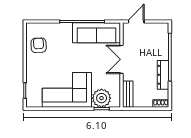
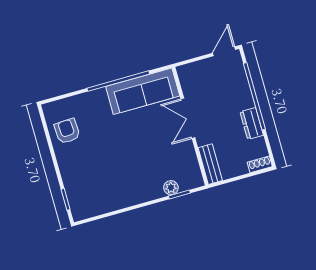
door: (136, 21) -> (224, 51), moved
dresser: (163, 75) -> (252, 123), width x0.70
corner sofa: (67, 90) -> (124, 182), removed
plant: (102, 98) -> (171, 188), width x0.53, depth x0.53

